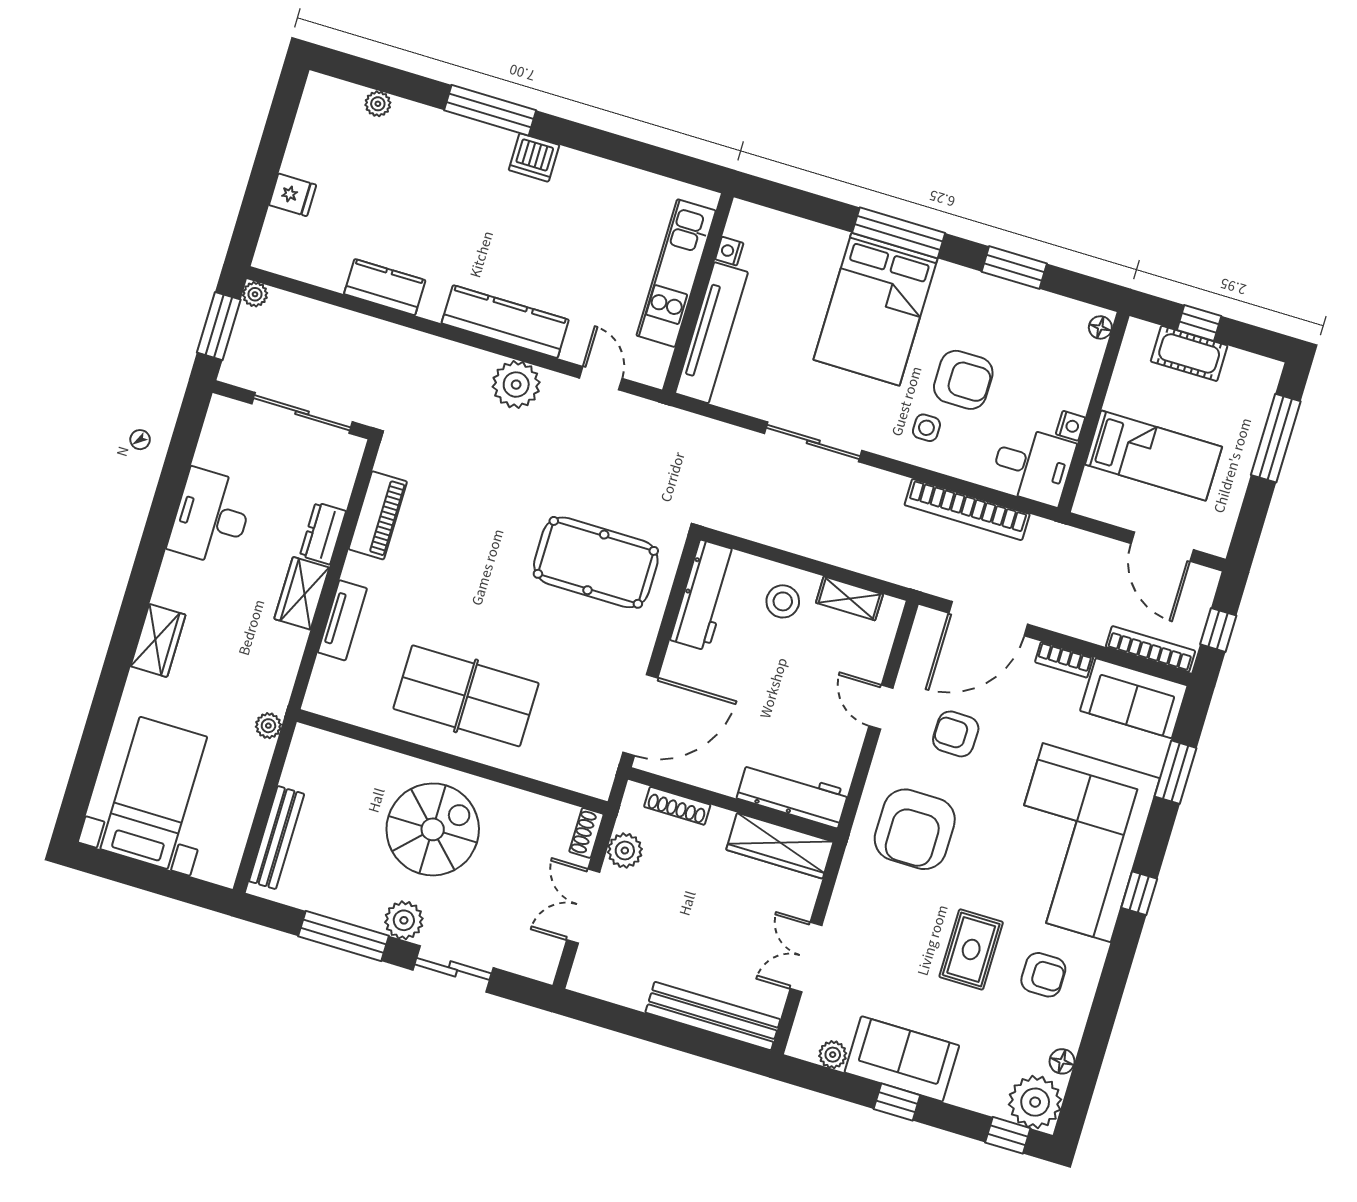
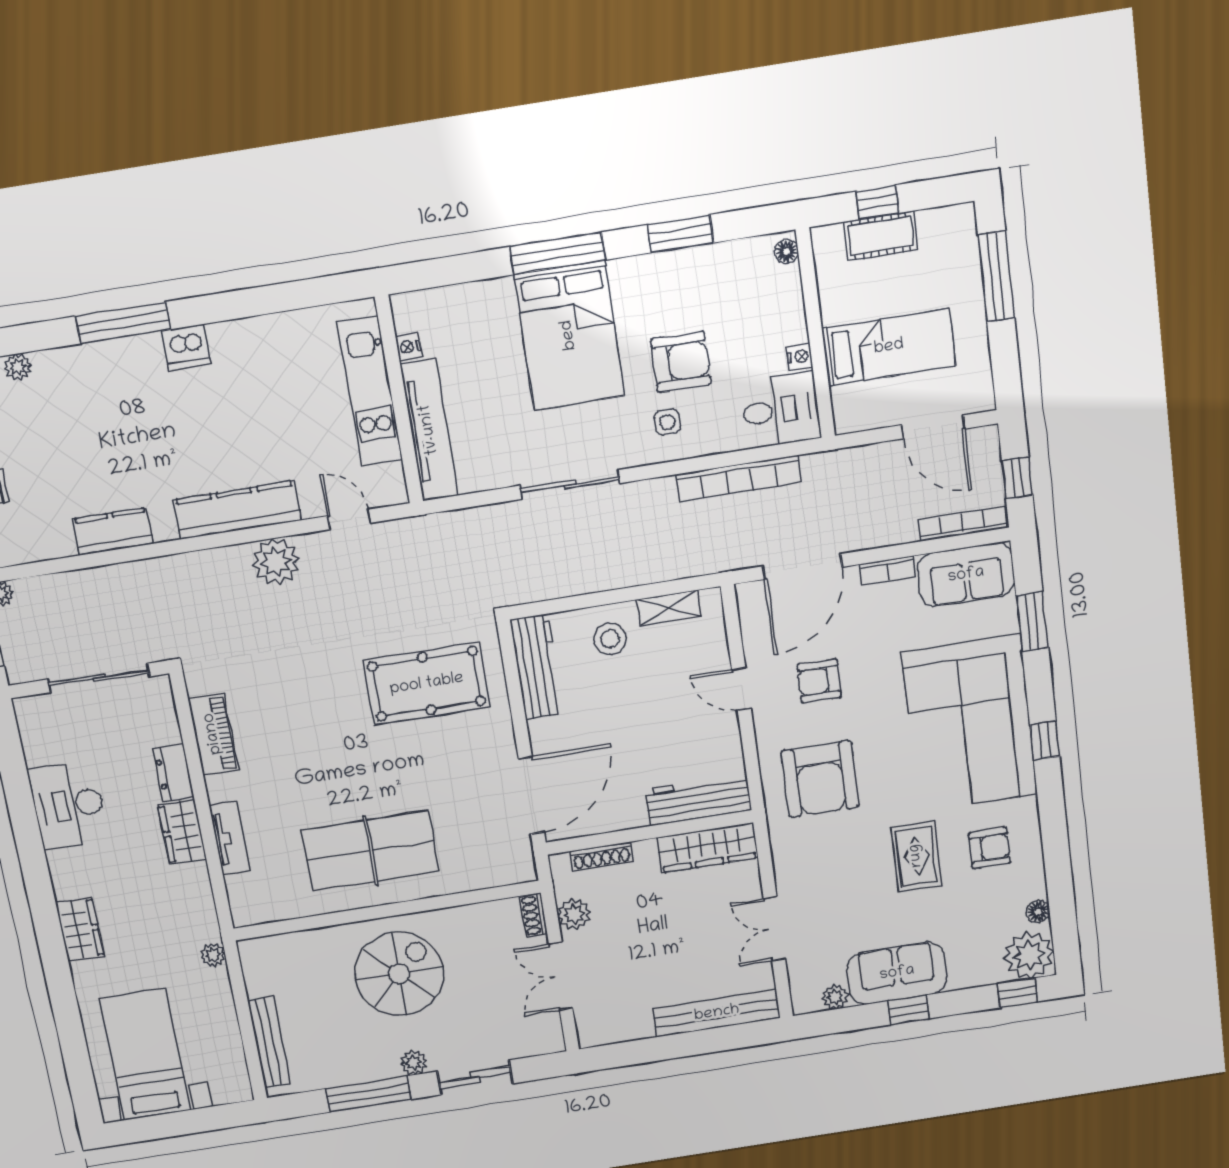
plant: (404, 920) -> (414, 1063), width x0.73, depth x0.73

